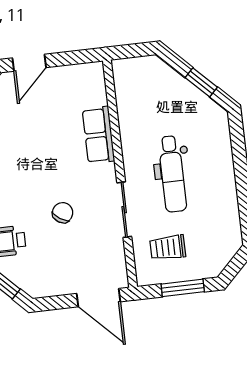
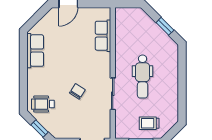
row of seats: (98, 135) -> (103, 36), moved
trolley: (168, 248) -> (149, 123), moved

